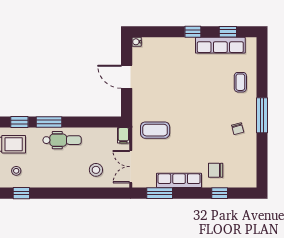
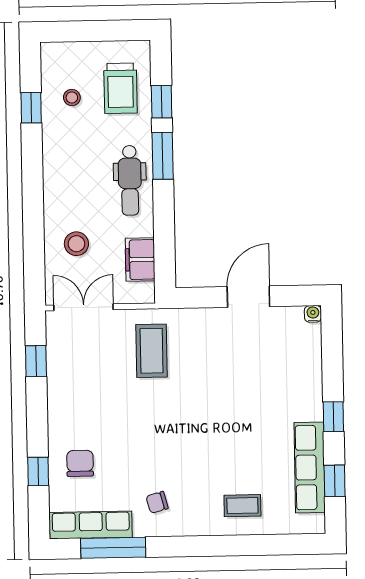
window: (262, 115) -> (113, 548), moved
filing cabinet: (123, 135) -> (140, 260), moved, width x2.00
row of seats: (179, 180) -> (91, 525), moved, turned -90
window: (160, 193) -> (36, 361), width x0.67

